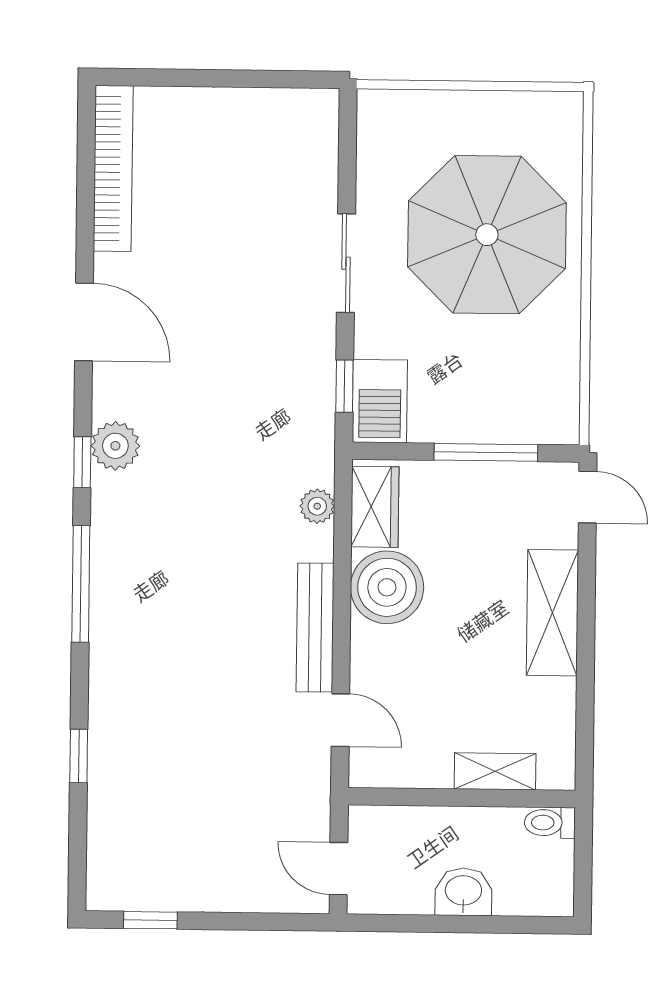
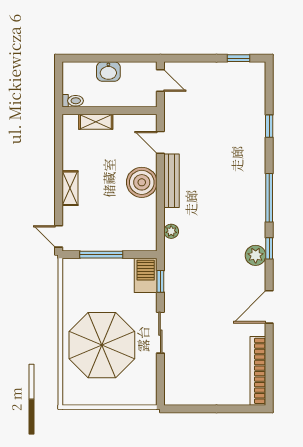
door: (84, 322) -> (269, 307), hinge flipped
wardrobe: (375, 507) -> (147, 231), removed
boiler: (387, 587) -> (142, 182), moved
shelving: (552, 613) -> (70, 188), width x0.67, depth x0.75

